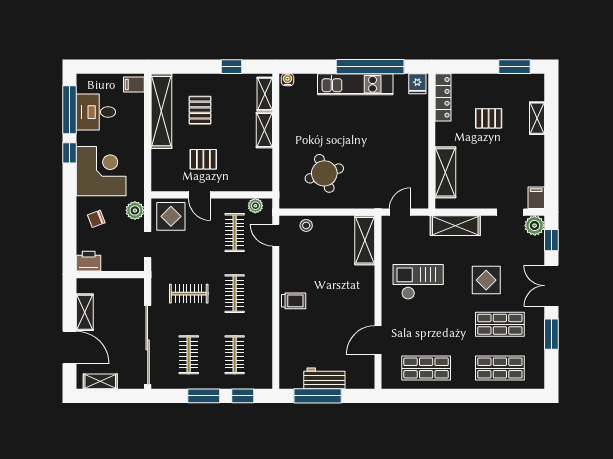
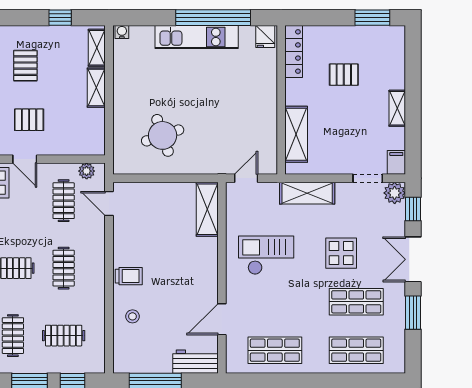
shelving: (537, 118) -> (397, 108), moved
stool: (306, 225) -> (132, 316), moved
clothes rail: (235, 355) -> (64, 336), turned 90
workbench: (324, 378) -> (195, 362), moved

